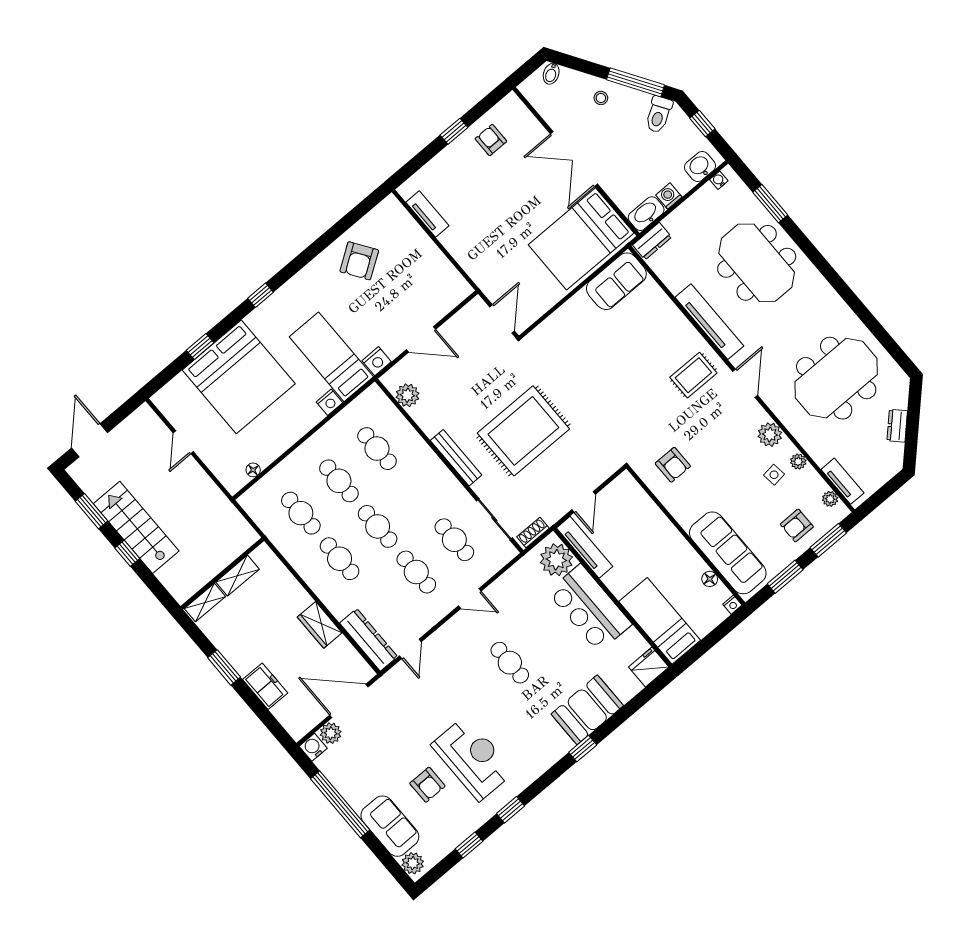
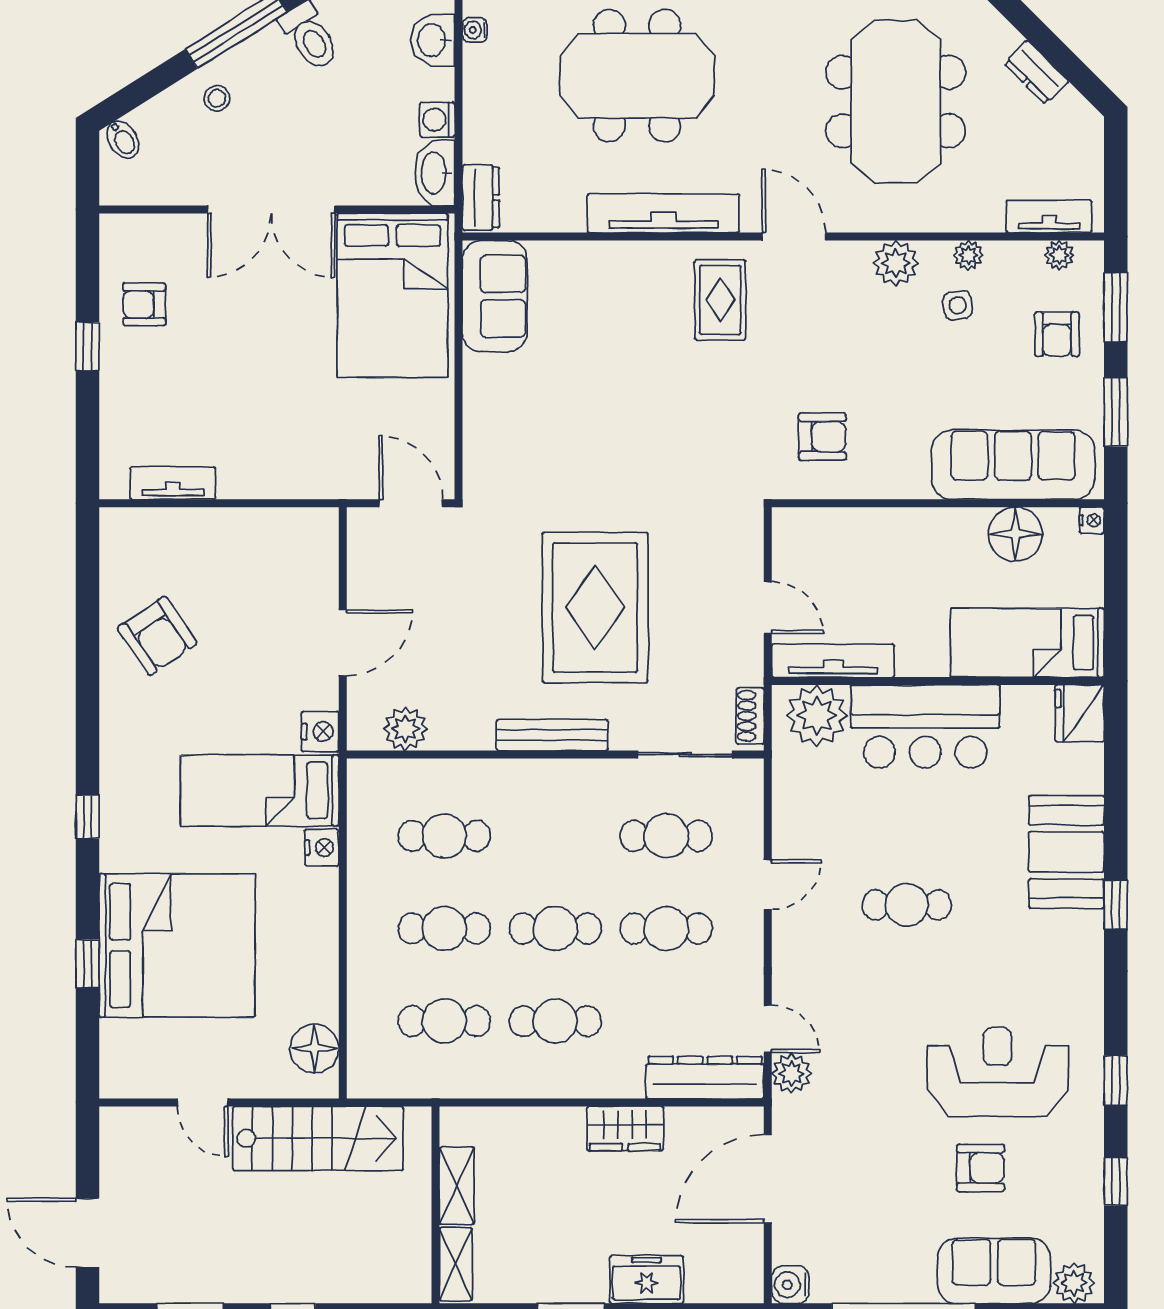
floor lamp: (253, 470) -> (314, 1048), width x1.89, depth x1.89
stairs: (136, 527) -> (318, 1138), moved, turned 180
floor lamp: (710, 579) -> (1015, 534), width x1.89, depth x1.89
plant: (331, 733) -> (792, 1073), moved

